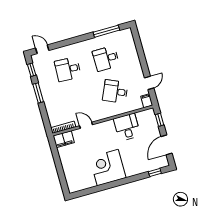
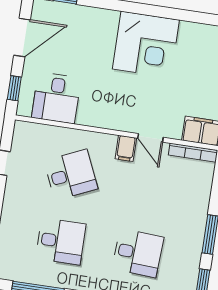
desk: (115, 91) -> (71, 175), turned -48
filing cabinet: (147, 101) -> (126, 148), moved
desk: (127, 127) -> (56, 98), moved

